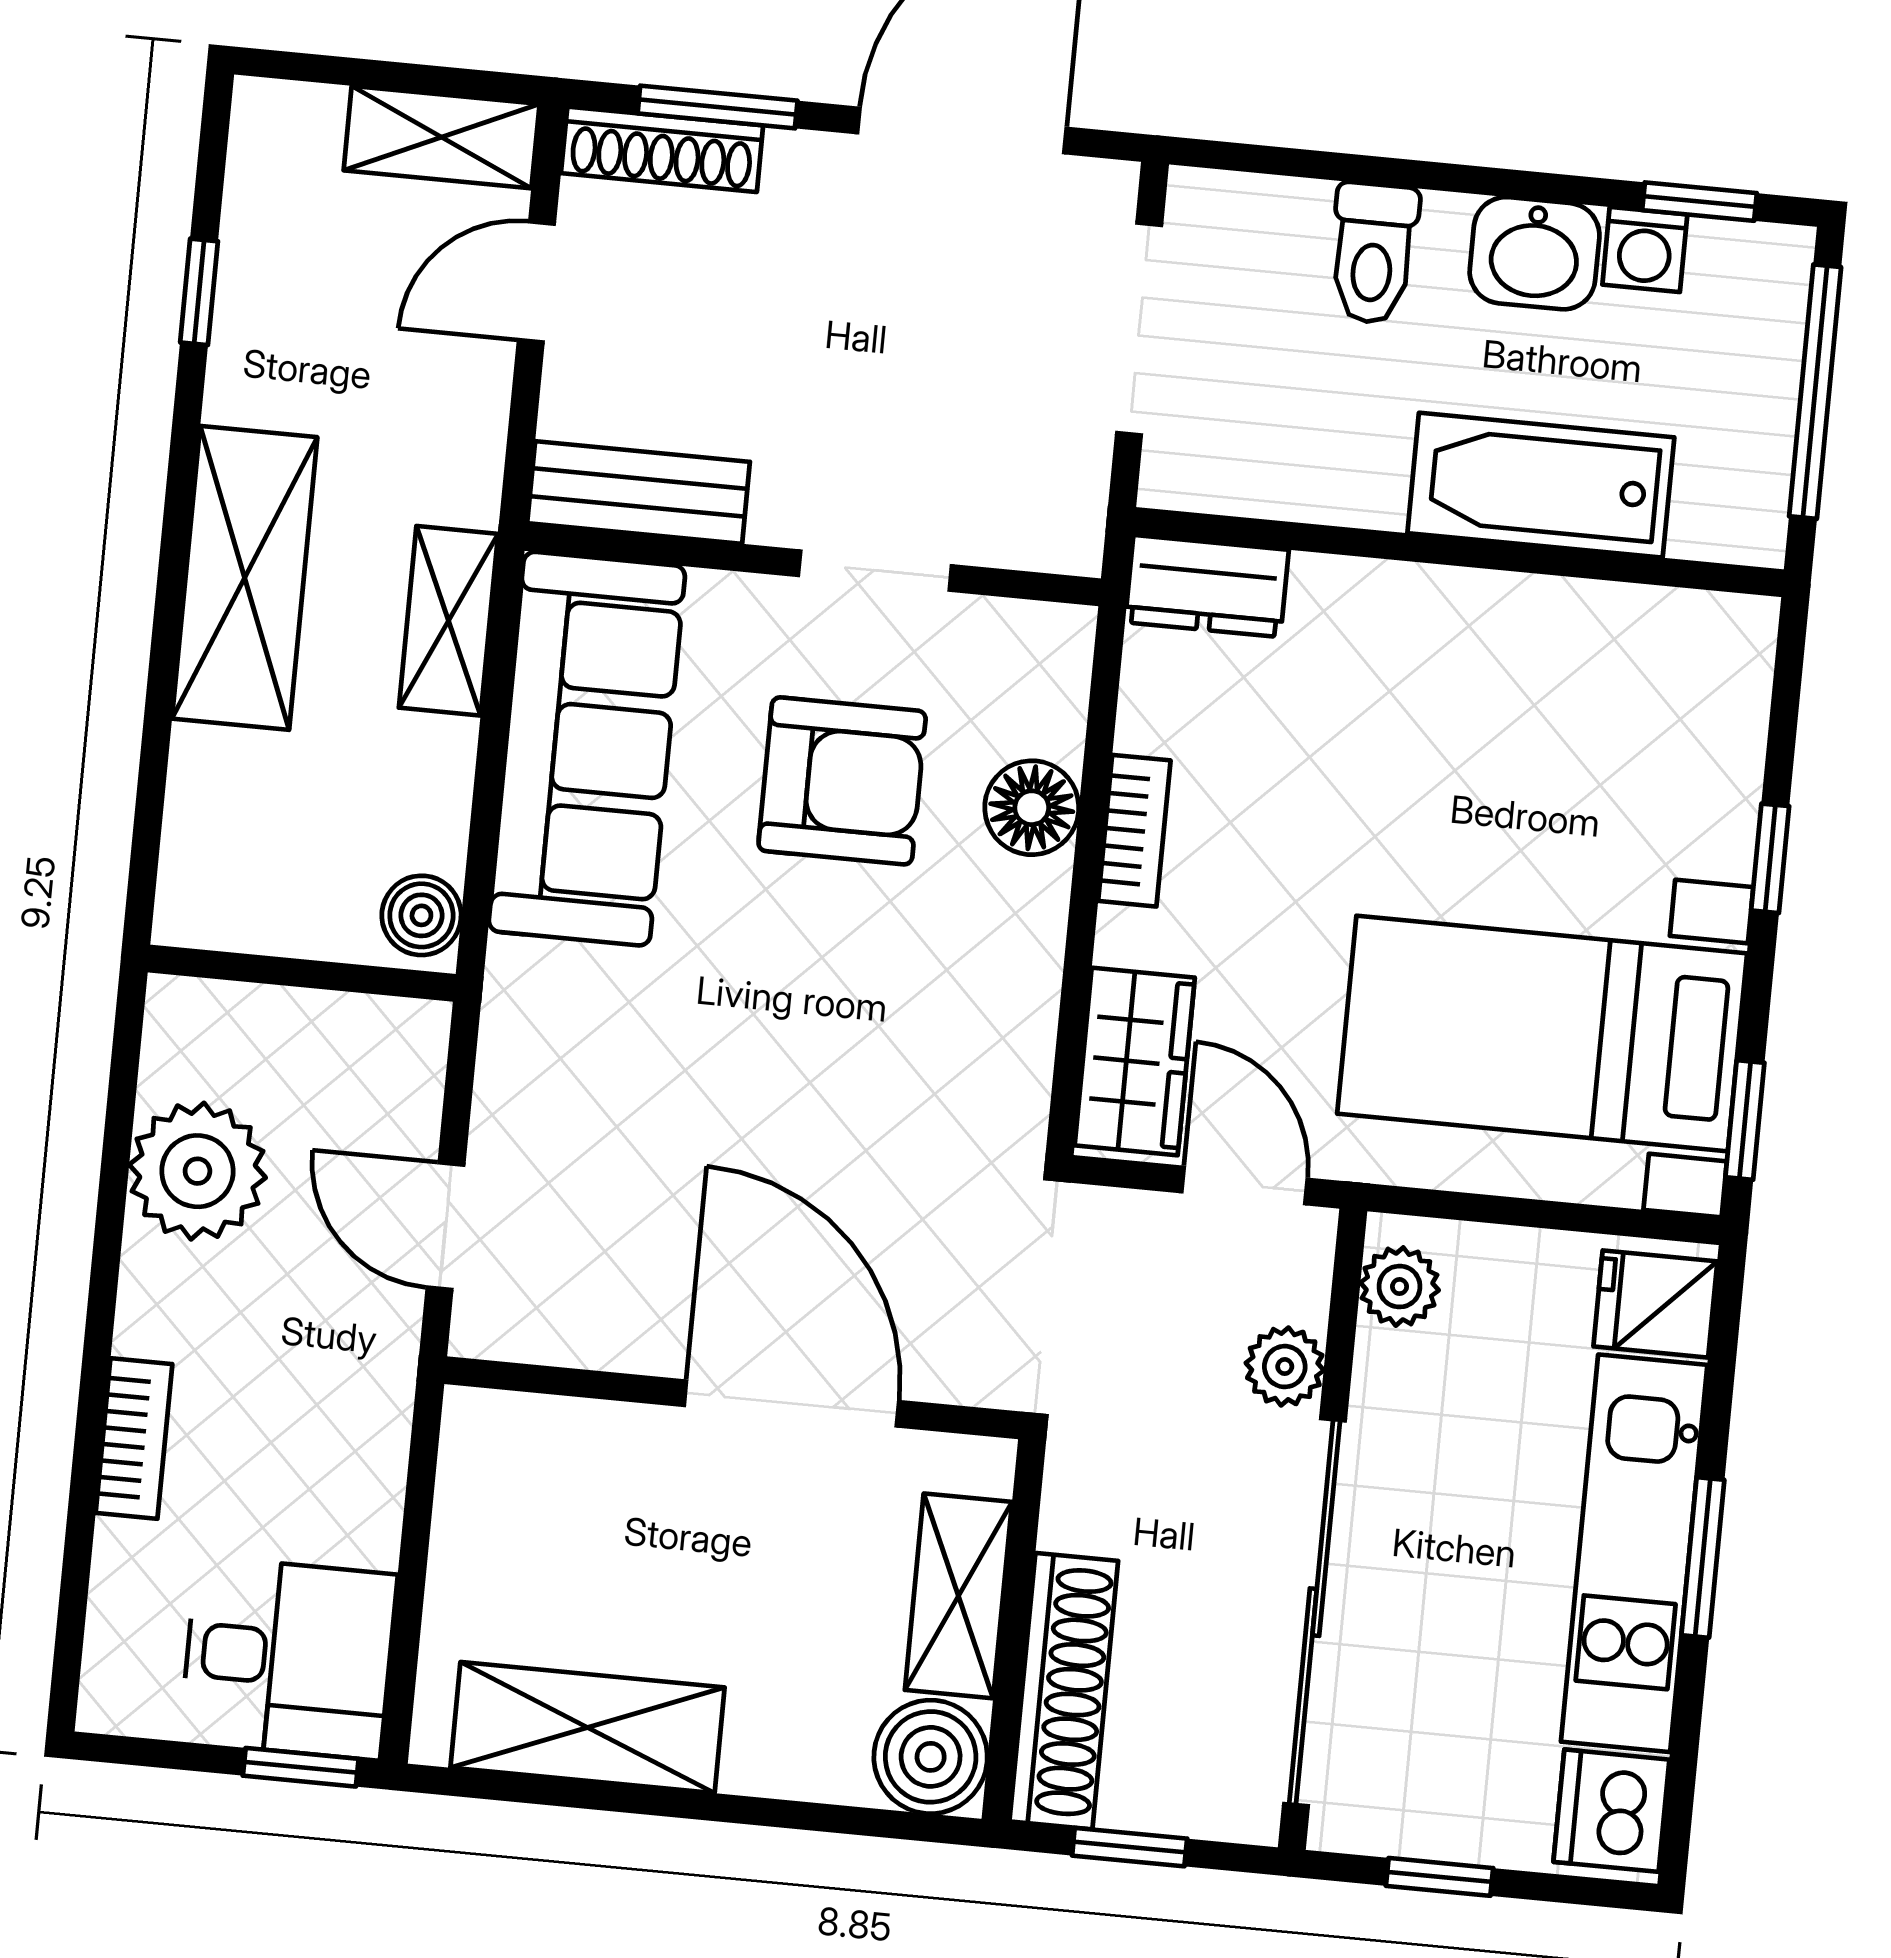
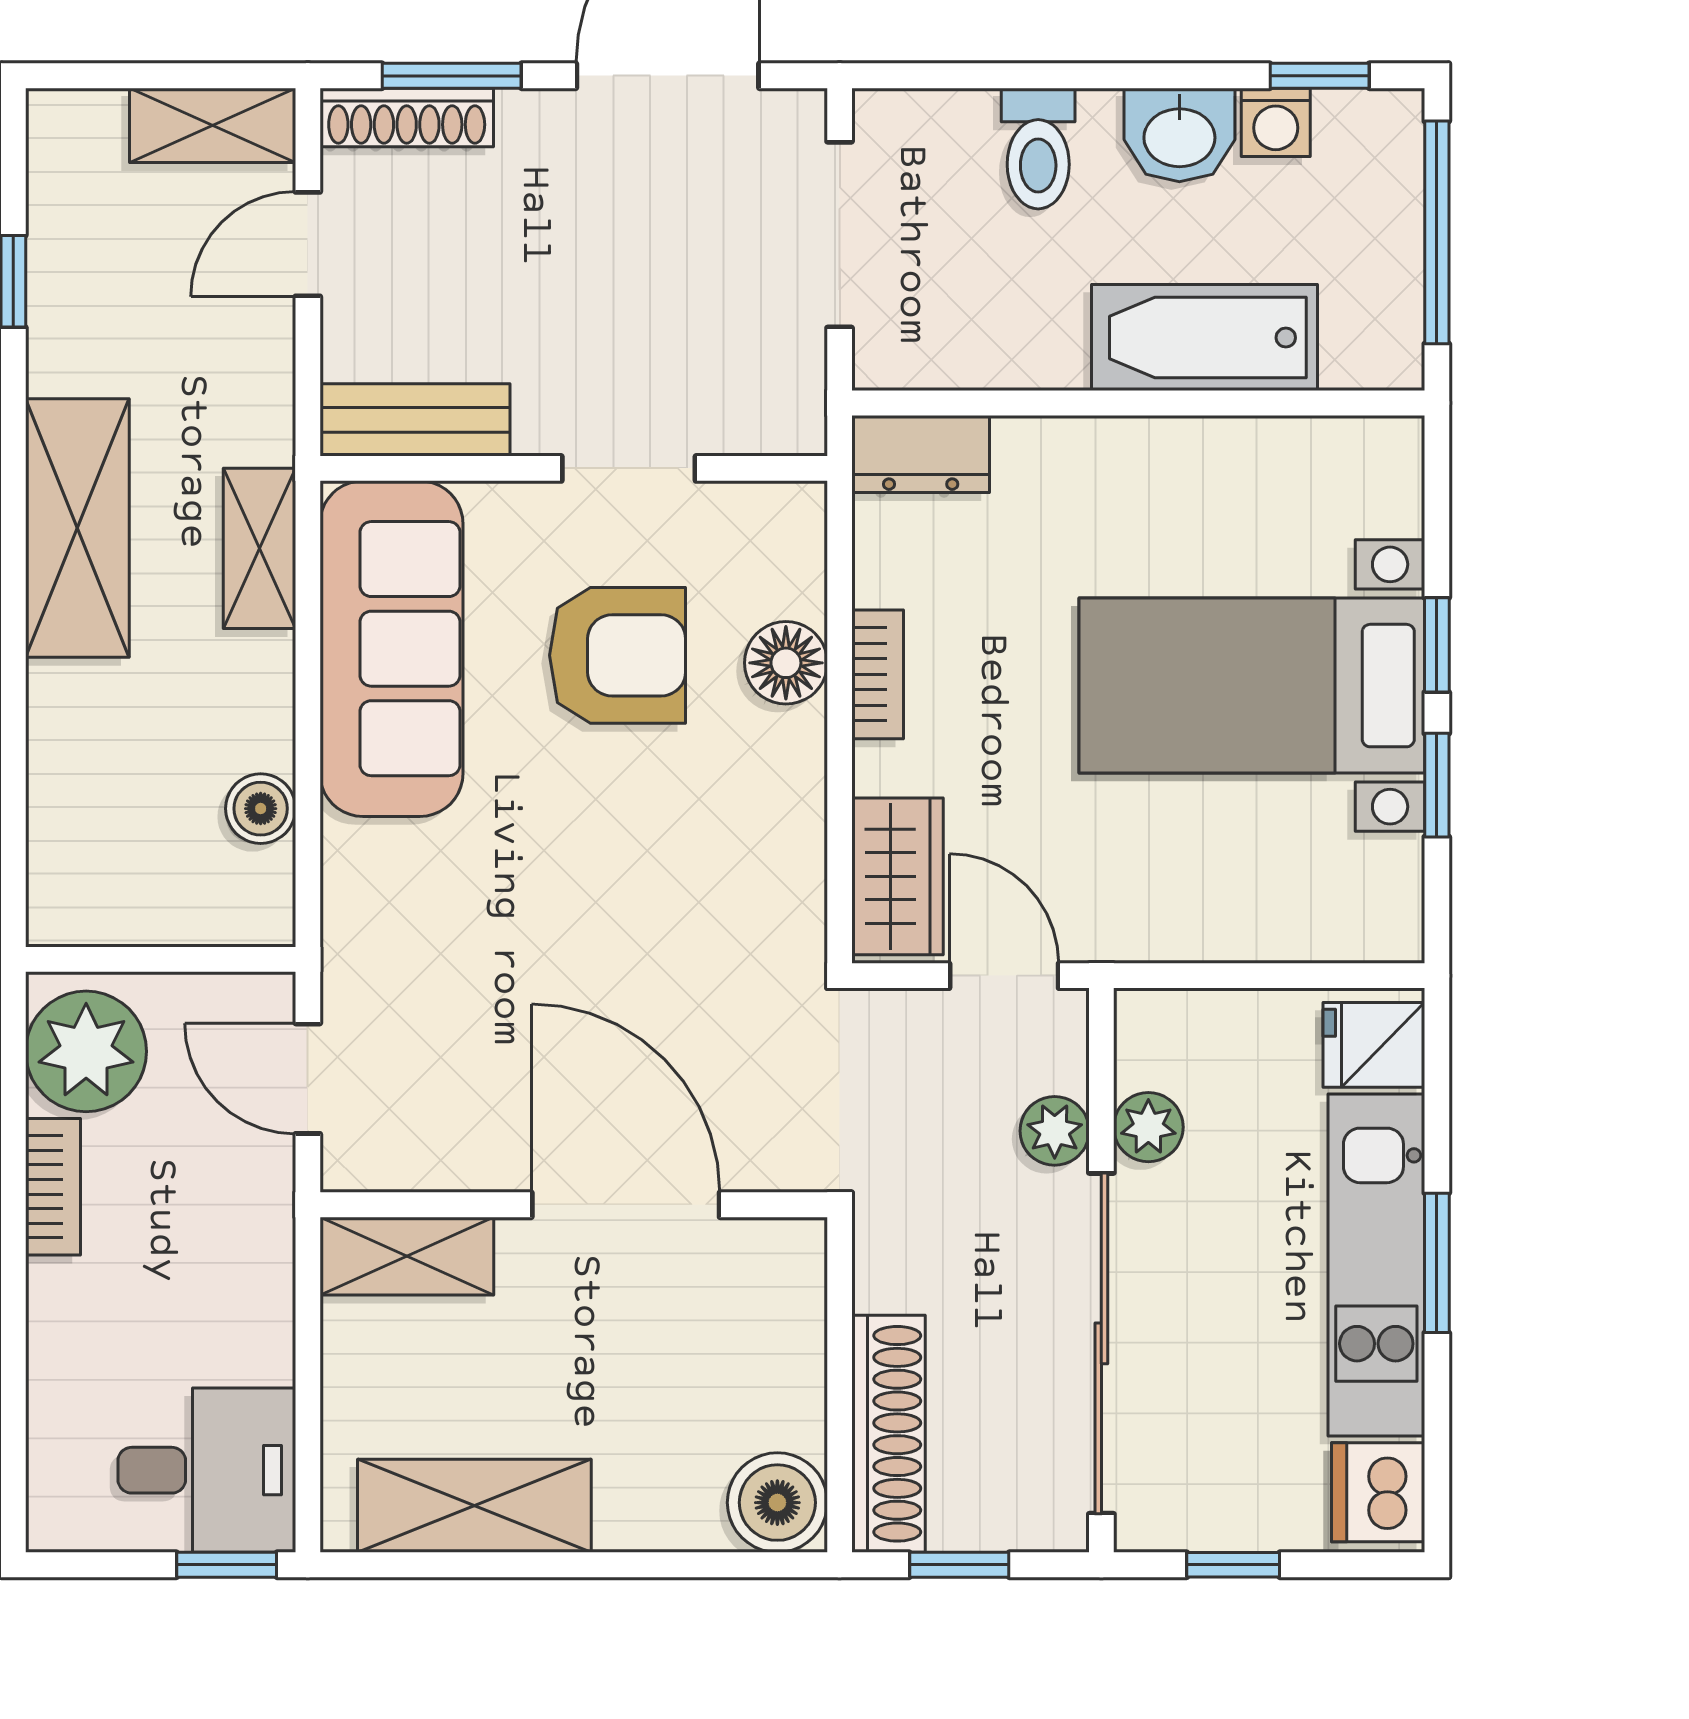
wall: (302, 973) -> (161, 959), moved
bed with nightstands: (1542, 1034) -> (1252, 686), moved
window: (1745, 1120) -> (1437, 785), moved
plant: (1400, 1287) -> (1148, 1127), moved
bookcase: (134, 1439) -> (53, 1187), moved
shelving: (958, 1596) -> (407, 1256), moved, turned 90

